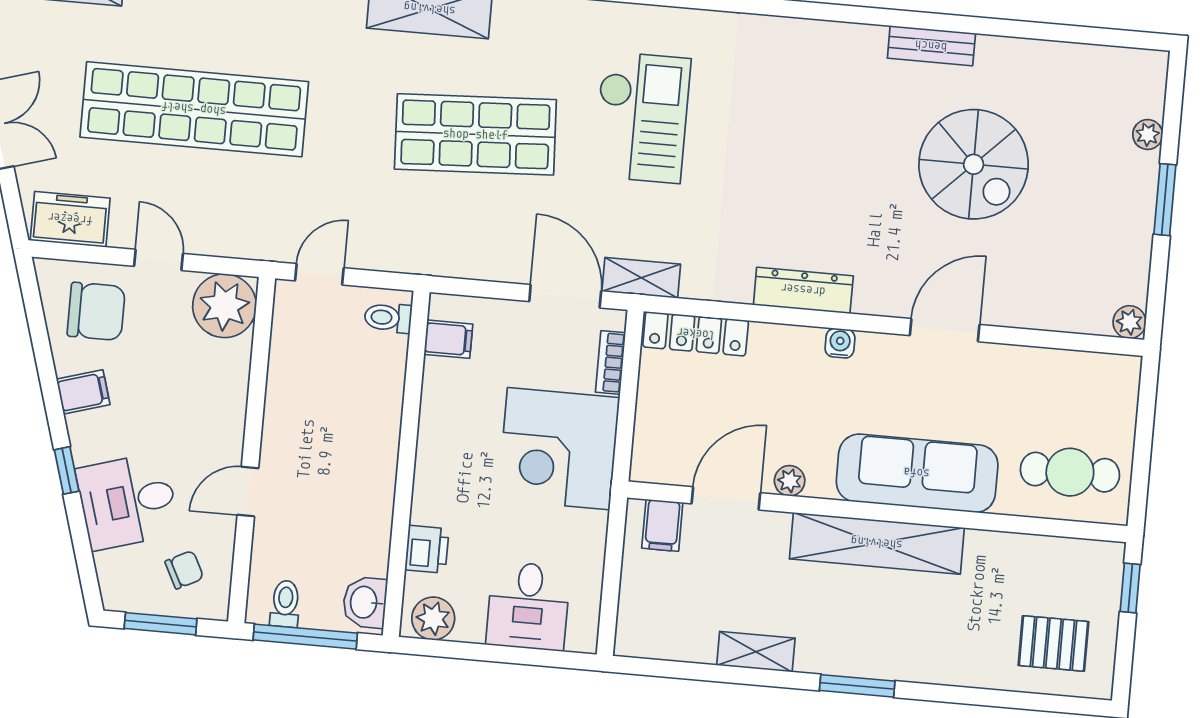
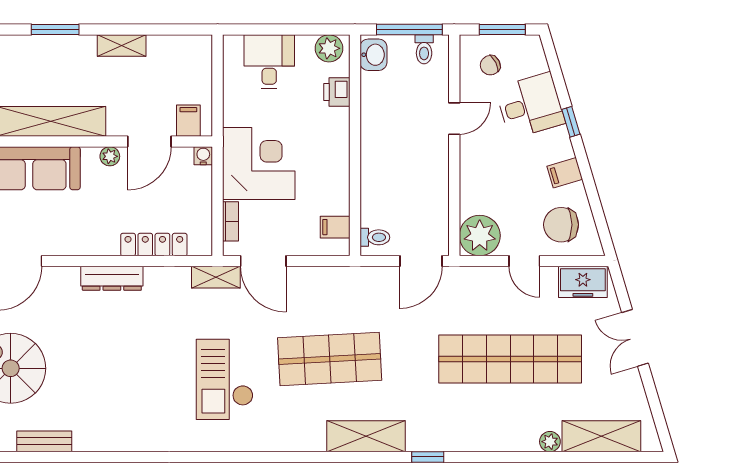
door: (319, 274) -> (421, 261), width x1.37
locker: (696, 334) -> (154, 245), moved
water cooler: (840, 343) -> (203, 156), moved, turned 180

